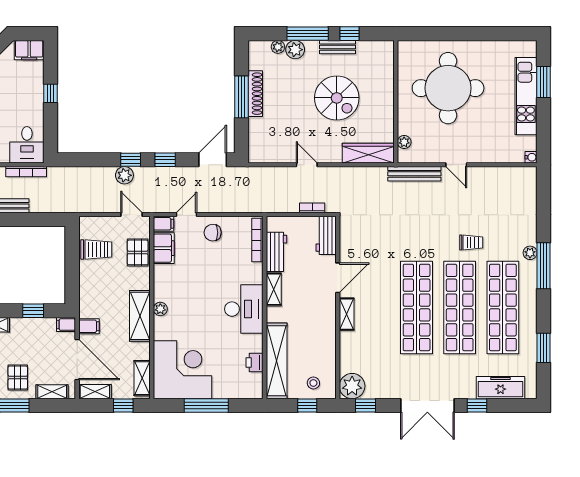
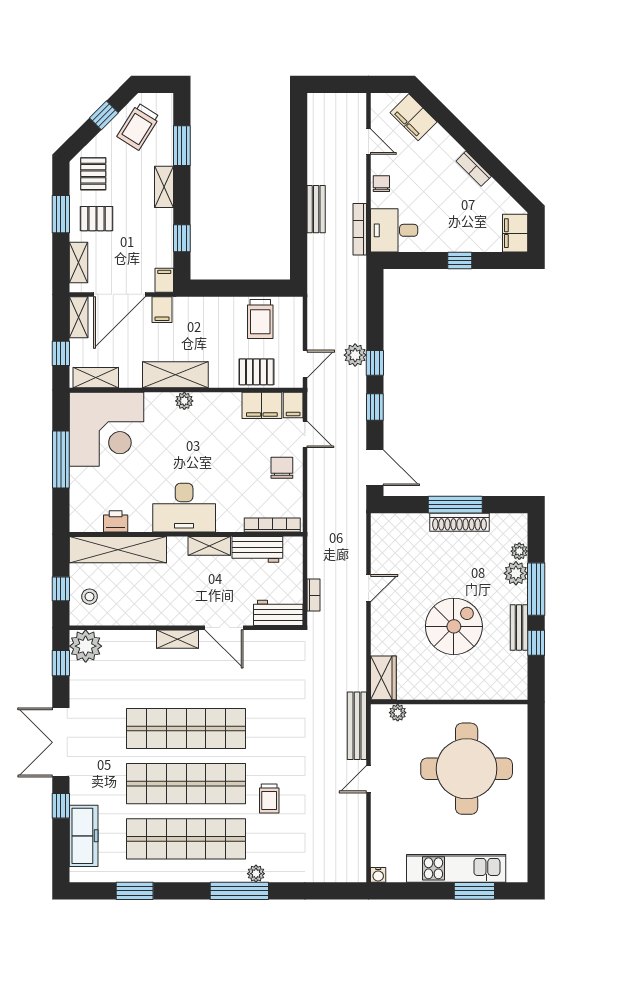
spiral stairs: (337, 98) -> (454, 626), turned 180
wardrobe: (368, 153) -> (383, 678), width x0.67

